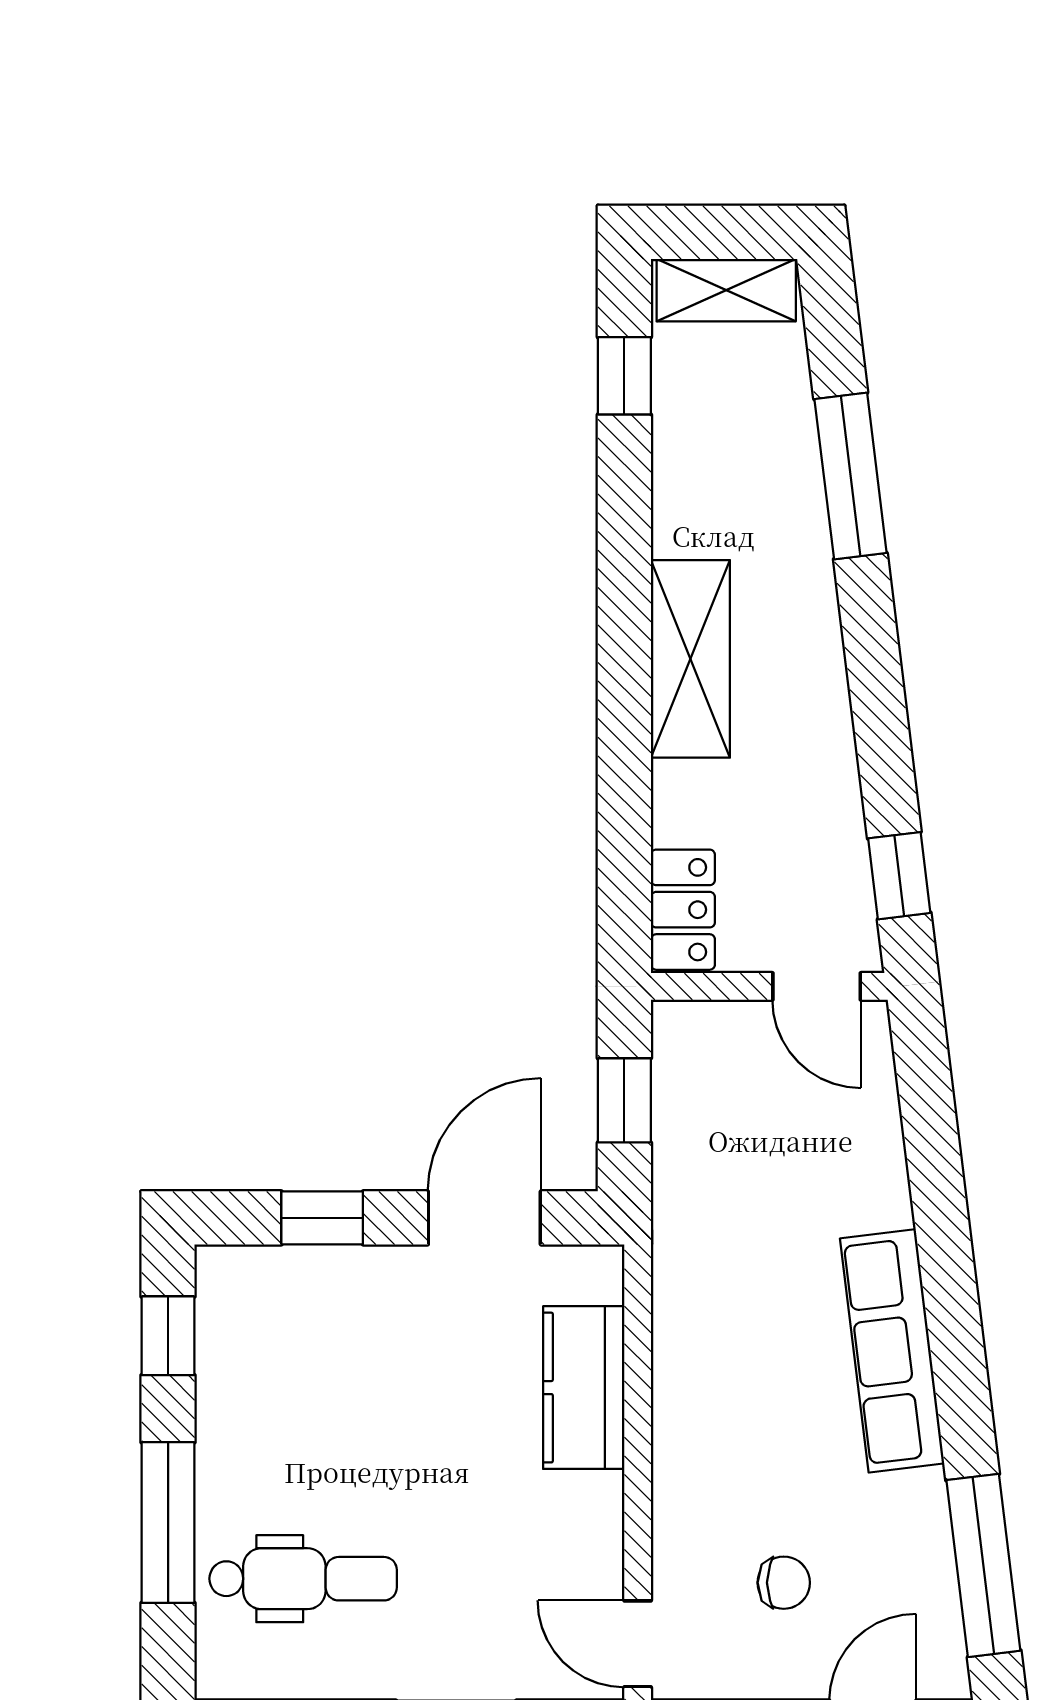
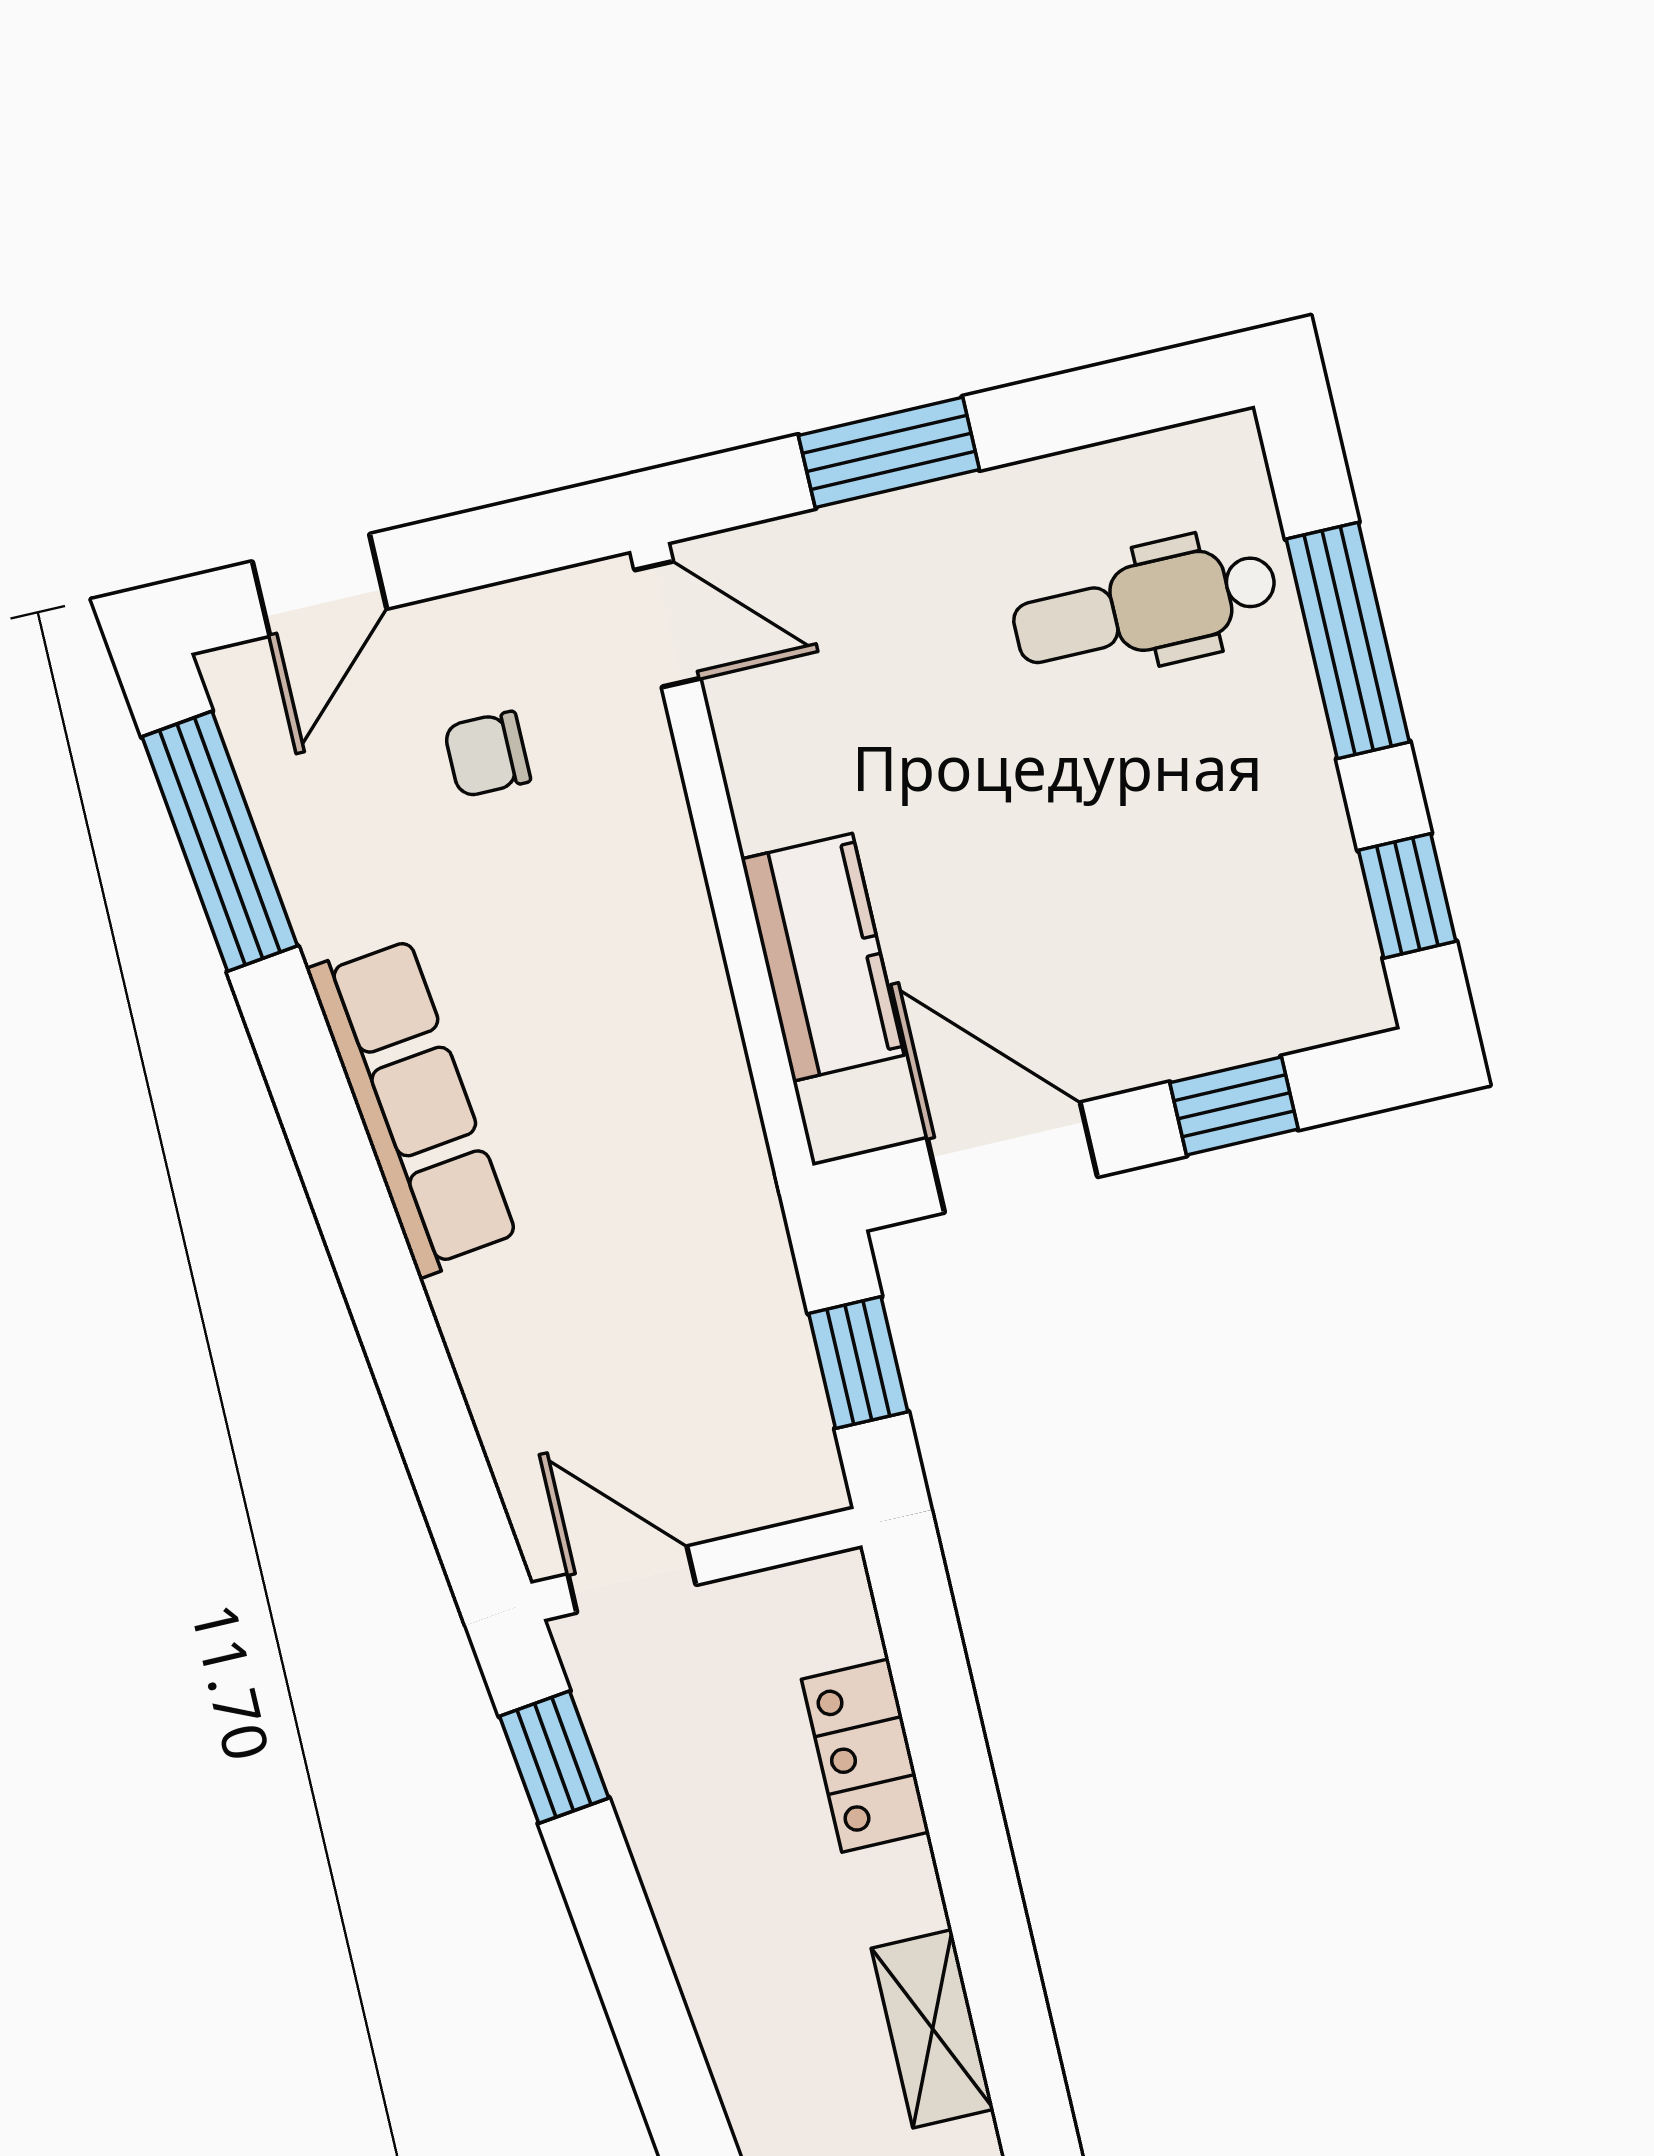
shelving: (690, 659) -> (932, 2029), width x0.67, depth x0.75
locker: (683, 910) -> (865, 1756), moved
door: (484, 1218) -> (1012, 1157), swing flipped

